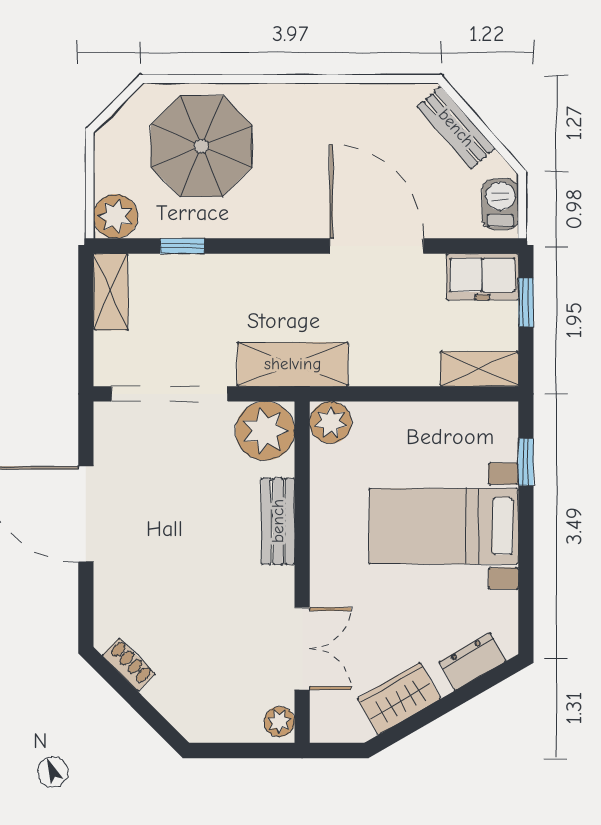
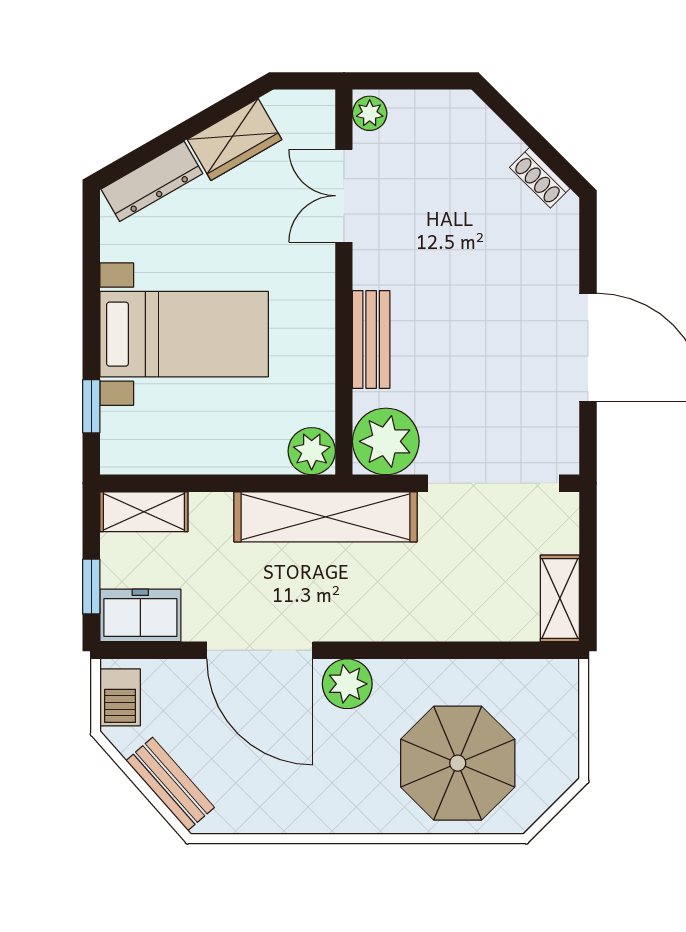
plant: (116, 216) -> (347, 684), moved
window: (182, 246) -> (479, 650), removed
shelving: (293, 364) -> (325, 517), width x1.47
dresser: (472, 661) -> (152, 181), width x1.44

